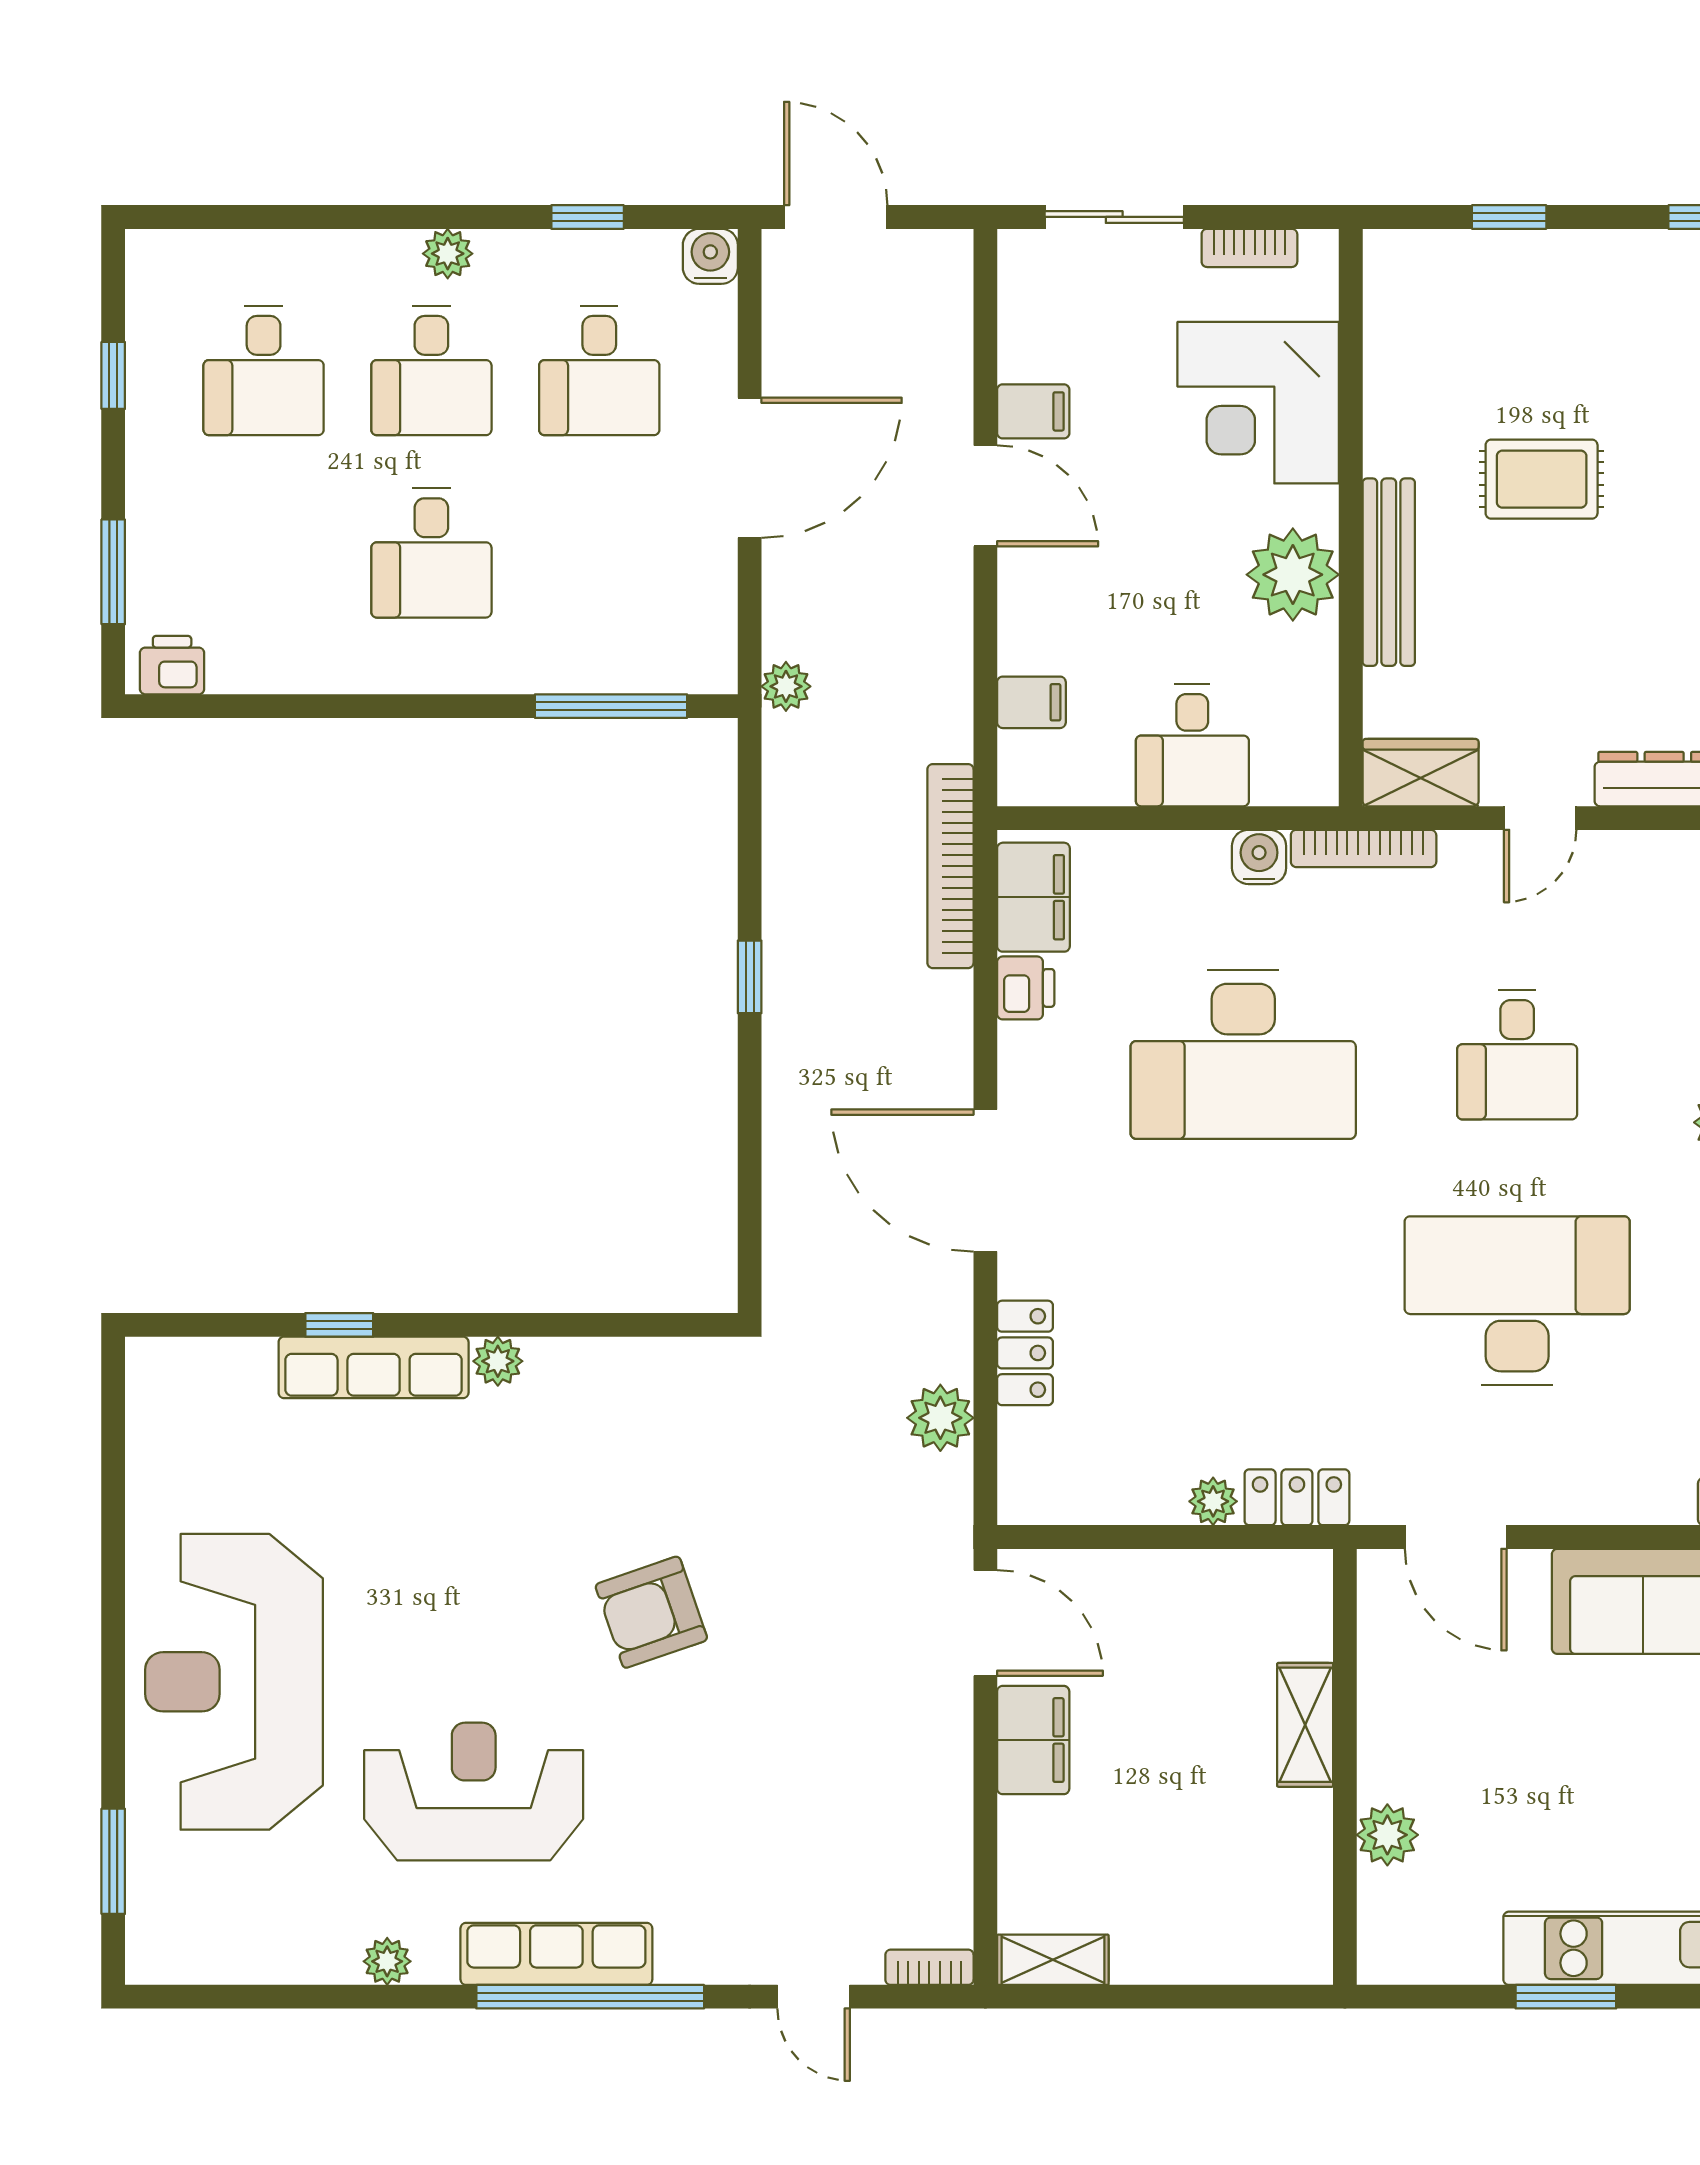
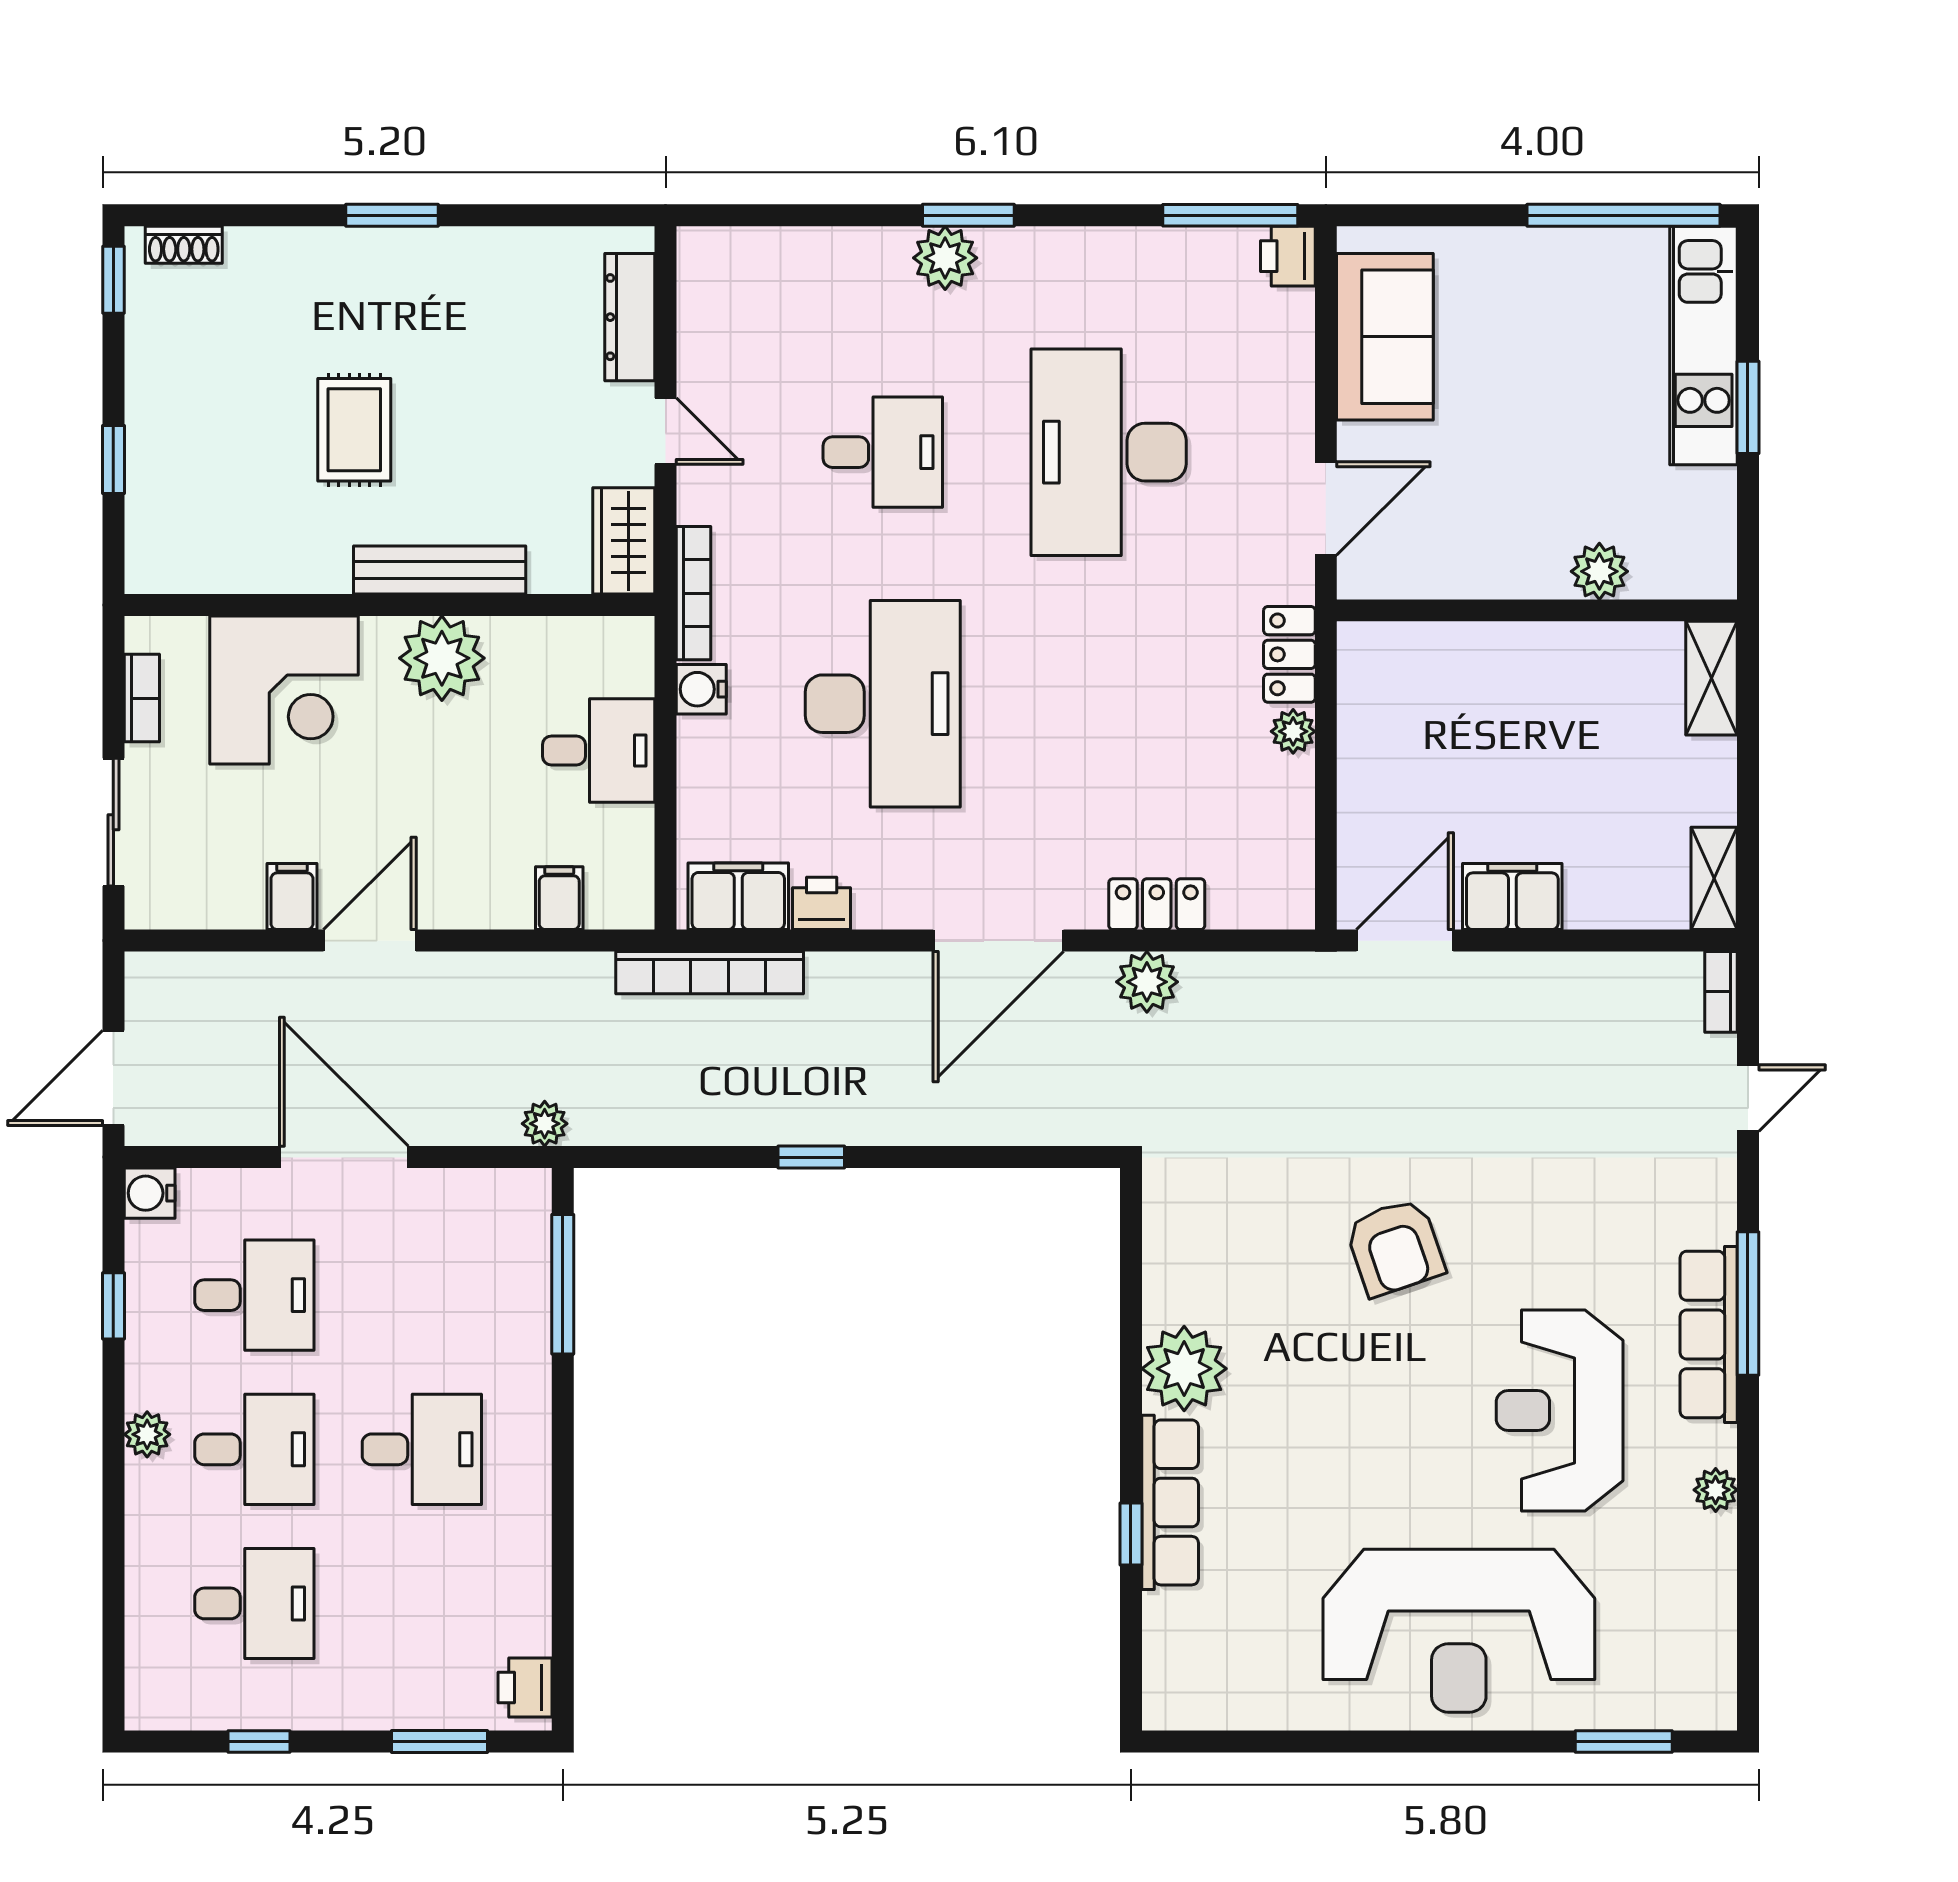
plant: (498, 1361) -> (1184, 1369), width x1.87, depth x1.87
plant: (940, 1418) -> (1147, 982), moved
shelving: (1305, 1725) -> (1712, 678), moved, turned 90
window: (590, 1997) -> (1748, 1303), width x0.68

